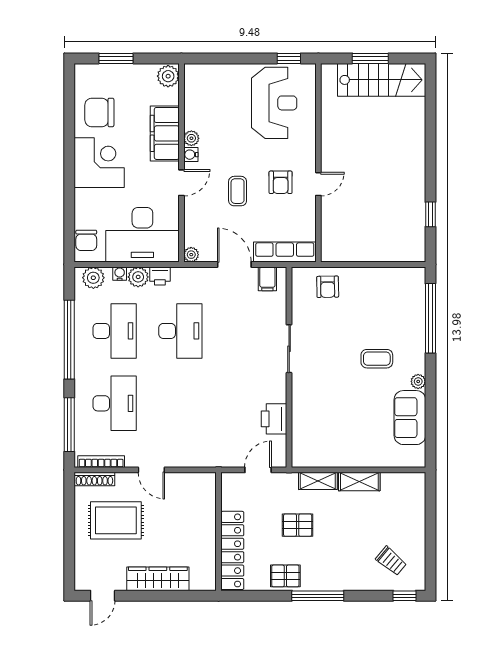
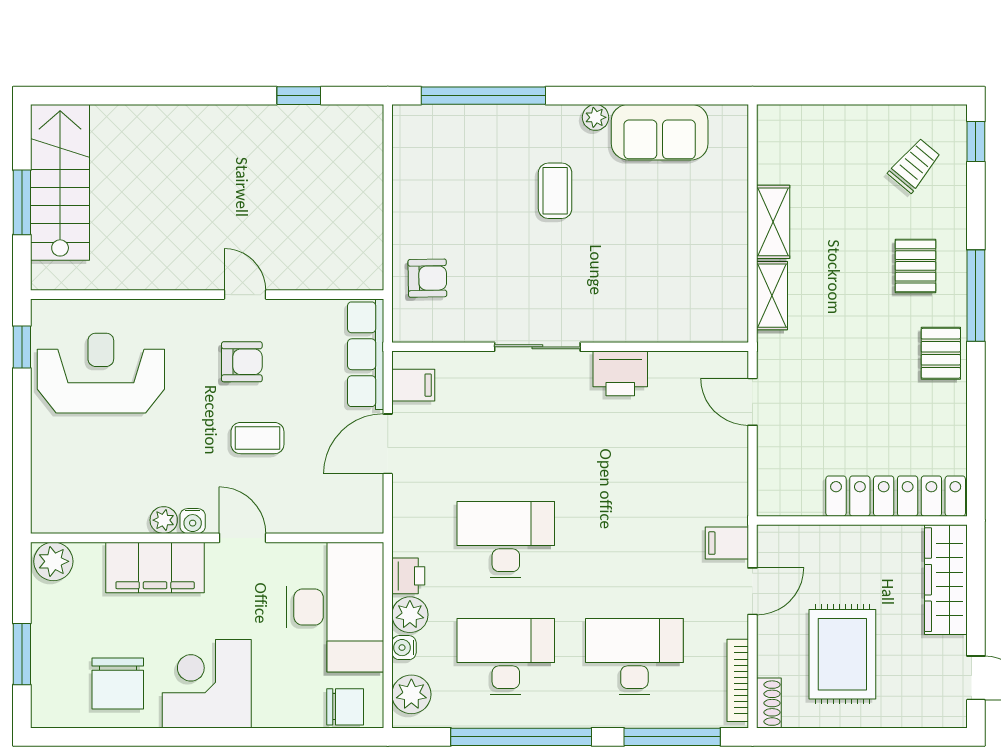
plant: (191, 255) -> (370, 520), removed
printer: (274, 419) -> (620, 373), moved
filing cabinet: (178, 455) -> (727, 543), added
shoe rack: (94, 479) -> (769, 703), width x0.70
pallet: (298, 525) -> (916, 266), moved
wall: (219, 531) -> (862, 520), moved
locker: (232, 550) -> (896, 496), moved

